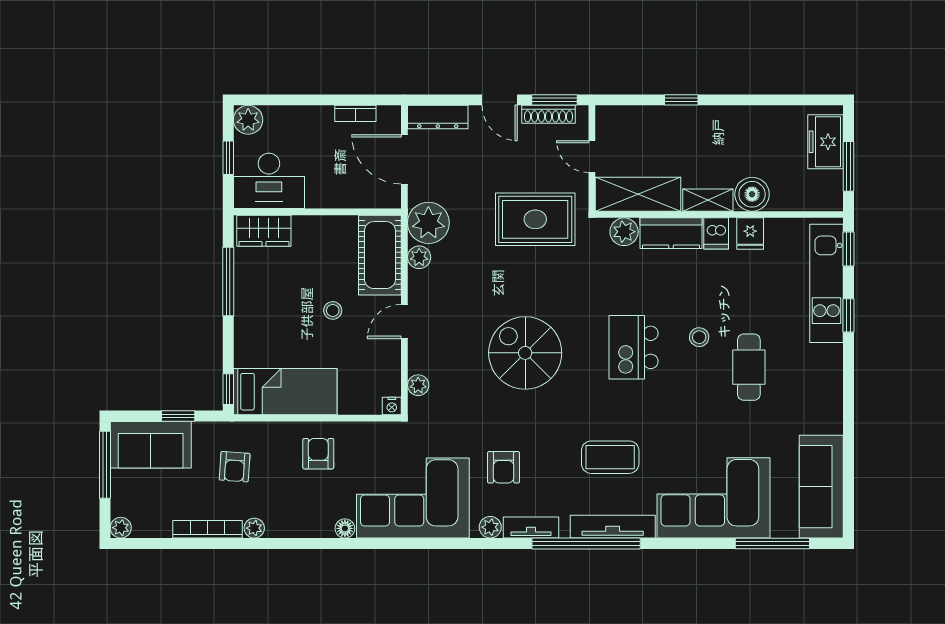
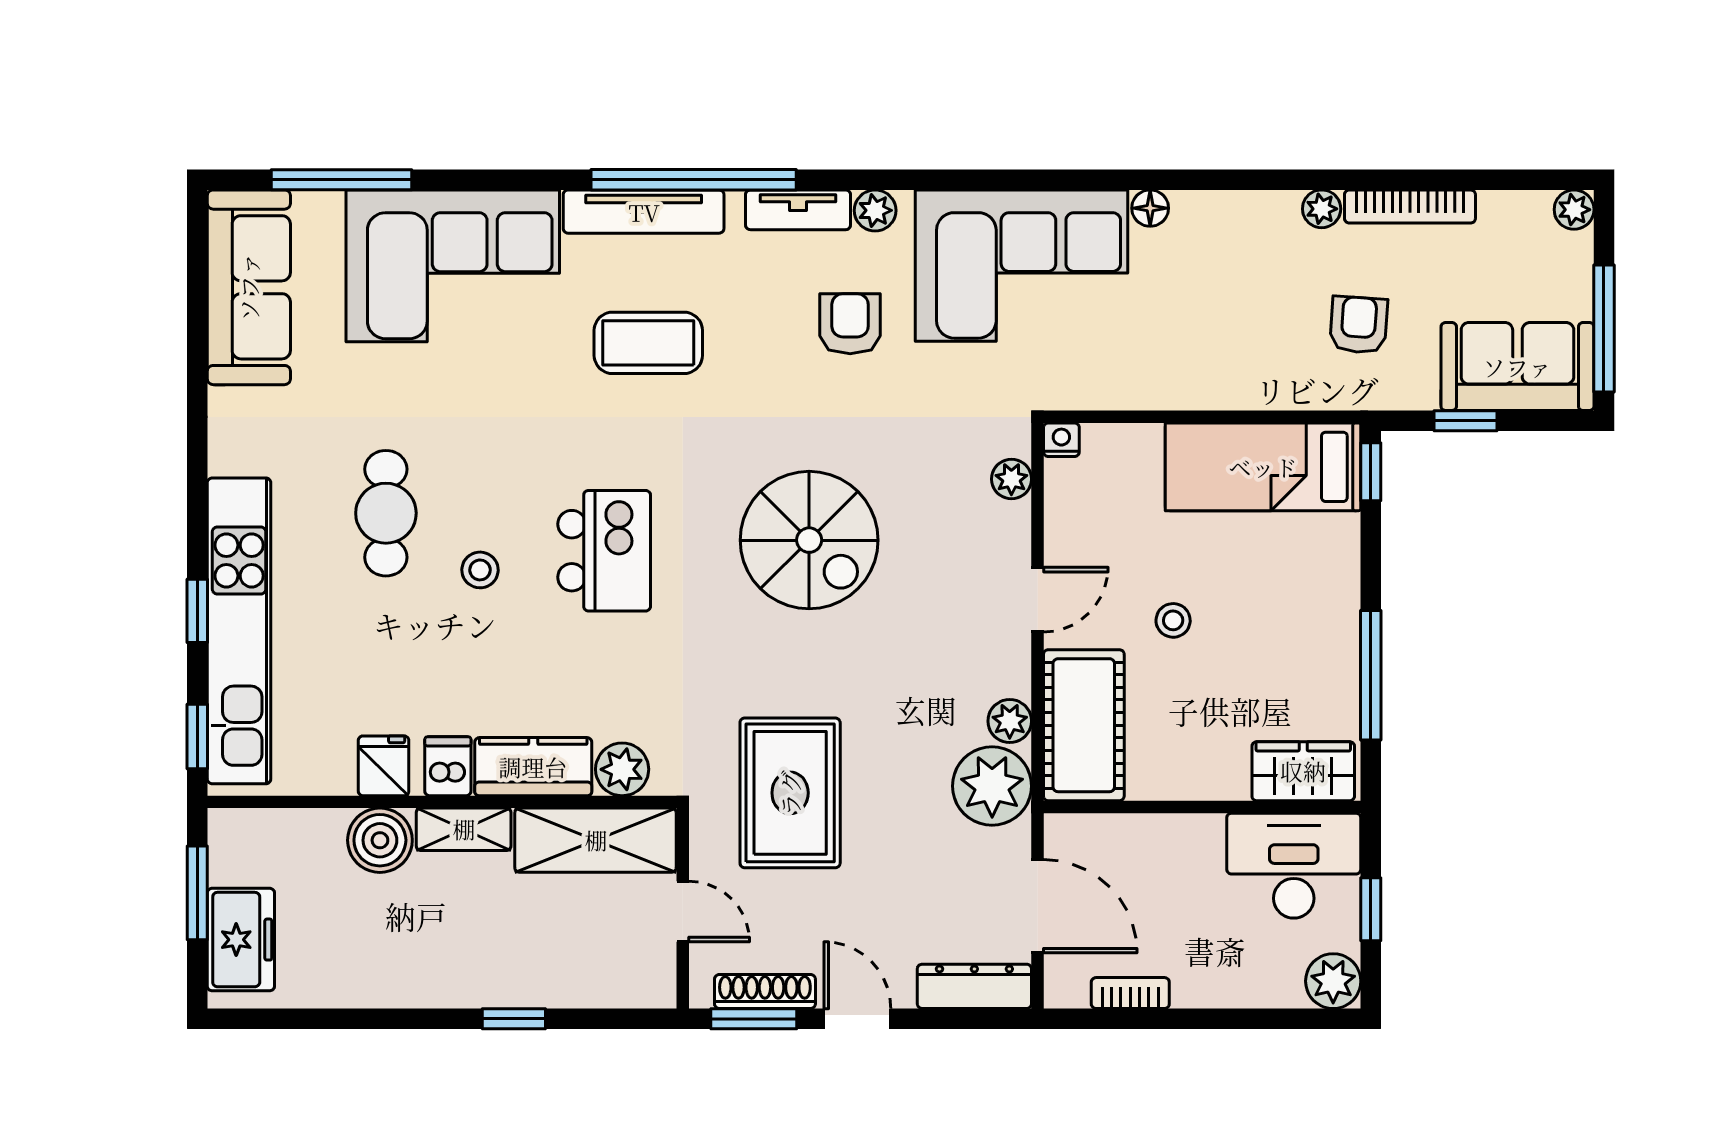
rug: (535, 219) -> (790, 793), turned 90
kitchen unit: (827, 283) -> (239, 631), width x1.36
armchair: (318, 454) -> (1201, 350), removed

